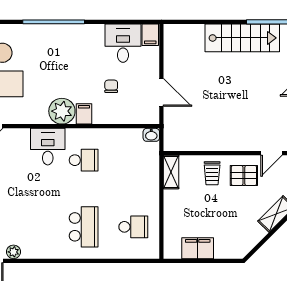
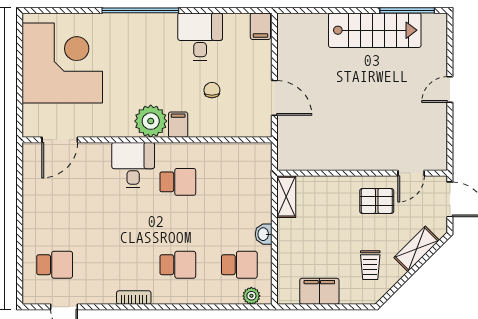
desk: (123, 43) -> (200, 37), moved
washbasin: (151, 135) -> (264, 234), moved, turned 90
trolley: (212, 173) -> (370, 265), moved
school desk: (84, 227) -> (178, 265), width x0.54
plant: (13, 252) -> (251, 296), moved
bookcase: (48, 253) -> (134, 298), added

